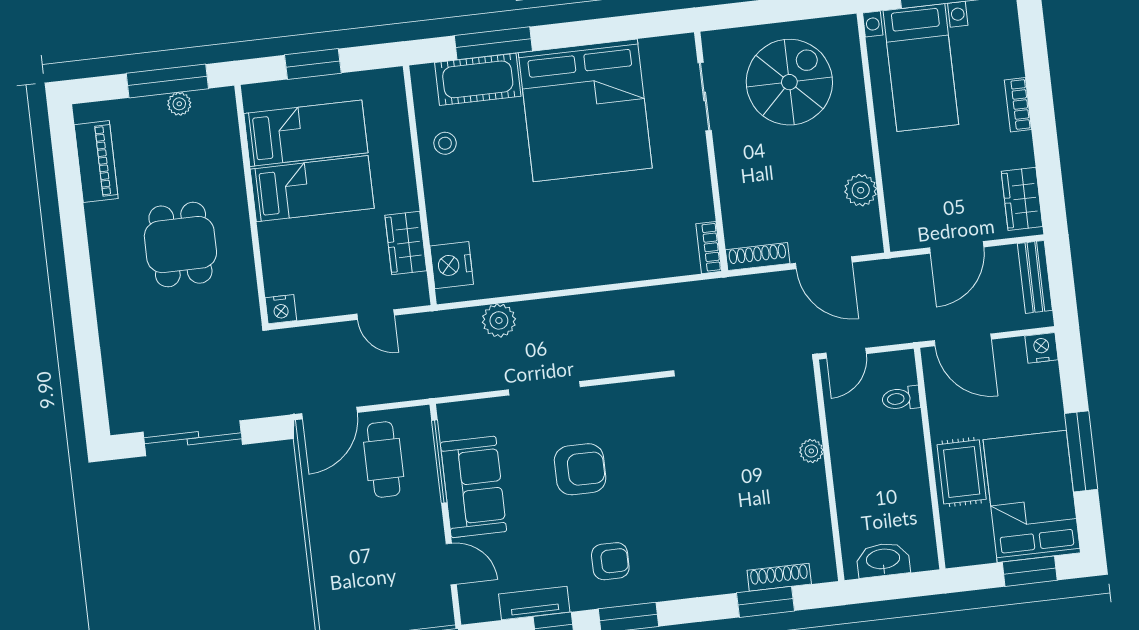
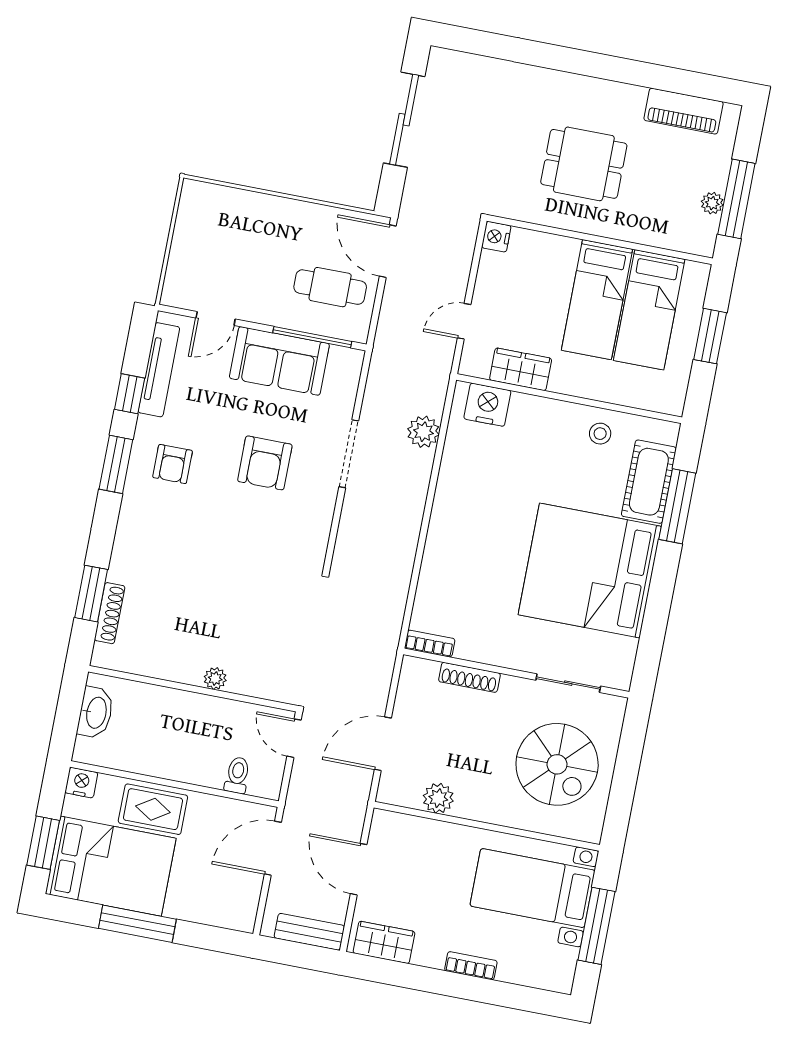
shoe rack: (758, 257) -> (469, 677), moved, turned 90
nightstand: (1041, 348) -> (81, 783), moved, turned -90
tv unit: (534, 603) -> (159, 370), width x1.41

